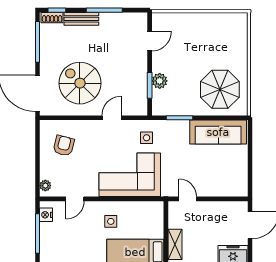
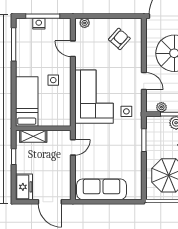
plant: (142, 98) -> (161, 107), added
sofa: (218, 132) -> (102, 189), moved, turned 90
armchair: (64, 146) -> (119, 39), turned -62
nightstand: (46, 215) -> (39, 24), moved

